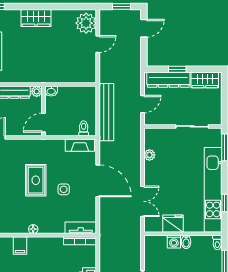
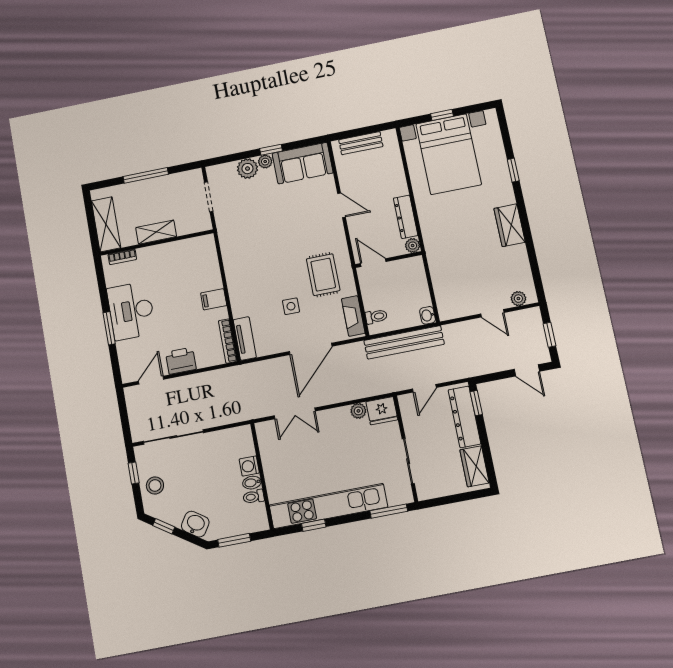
plant: (86, 23) -> (518, 299), width x0.53, depth x0.53
window: (177, 69) -> (476, 403), moved
washbasin: (51, 91) -> (428, 315), moved
door: (142, 104) -> (424, 388), hinge flipped
rug: (36, 180) -> (323, 275), moved, turned 90
fridge: (173, 224) -> (382, 411), moved, turned 90
floor lamp: (33, 229) -> (232, 277), removed
toilet: (217, 243) -> (254, 497), moved
filing cabinet: (20, 245) -> (214, 299), moved

